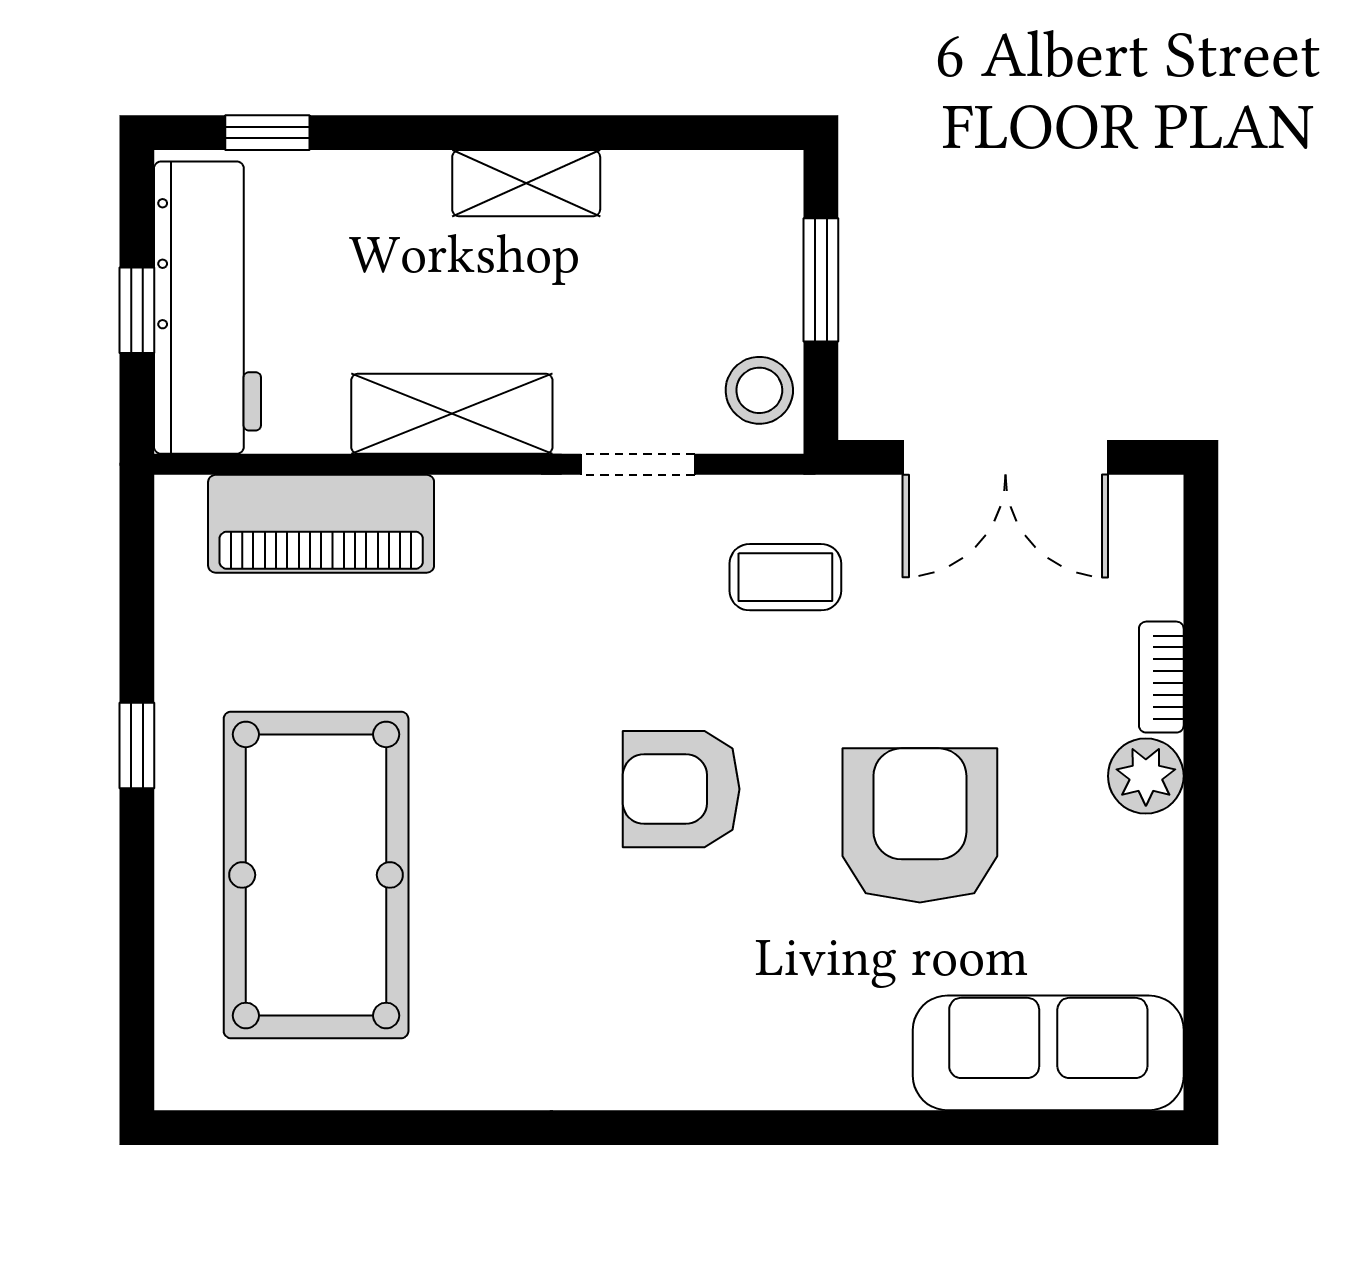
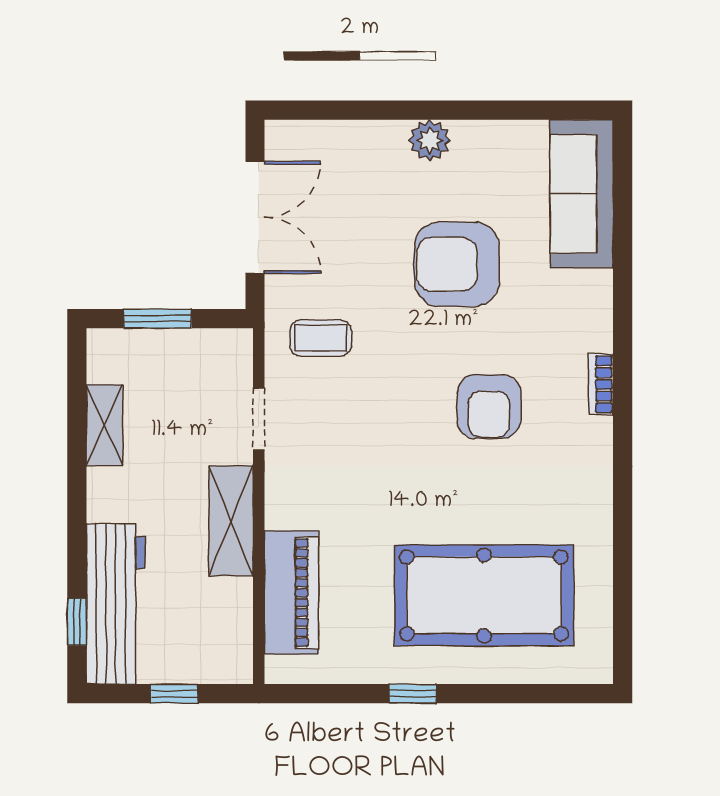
shelving: (526, 183) -> (105, 425), moved
workbench: (207, 308) -> (116, 604), moved, turned 90
stool: (759, 390) -> (218, 352), removed
coffee table: (785, 577) -> (321, 338), turned 90
bookcase: (1161, 677) -> (601, 384), moved, turned 90
armchair: (681, 789) -> (489, 407), moved

